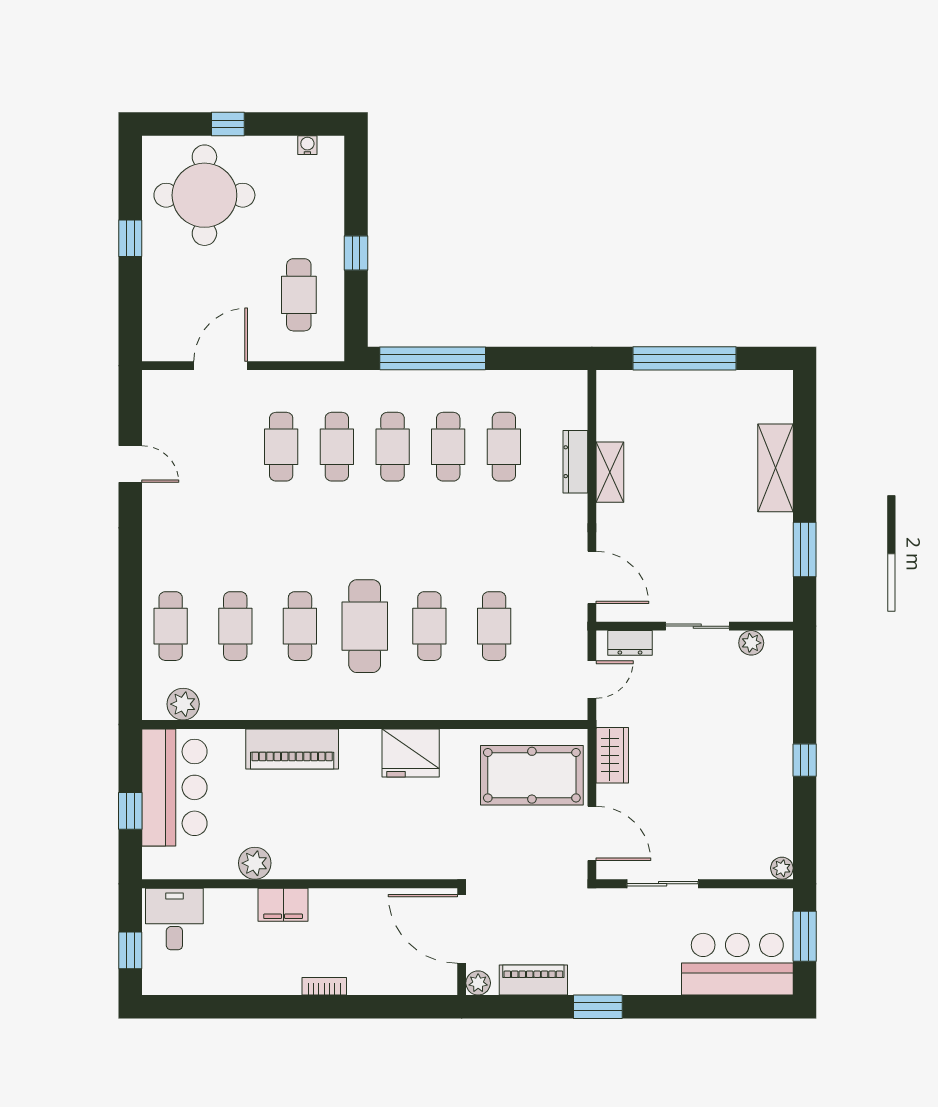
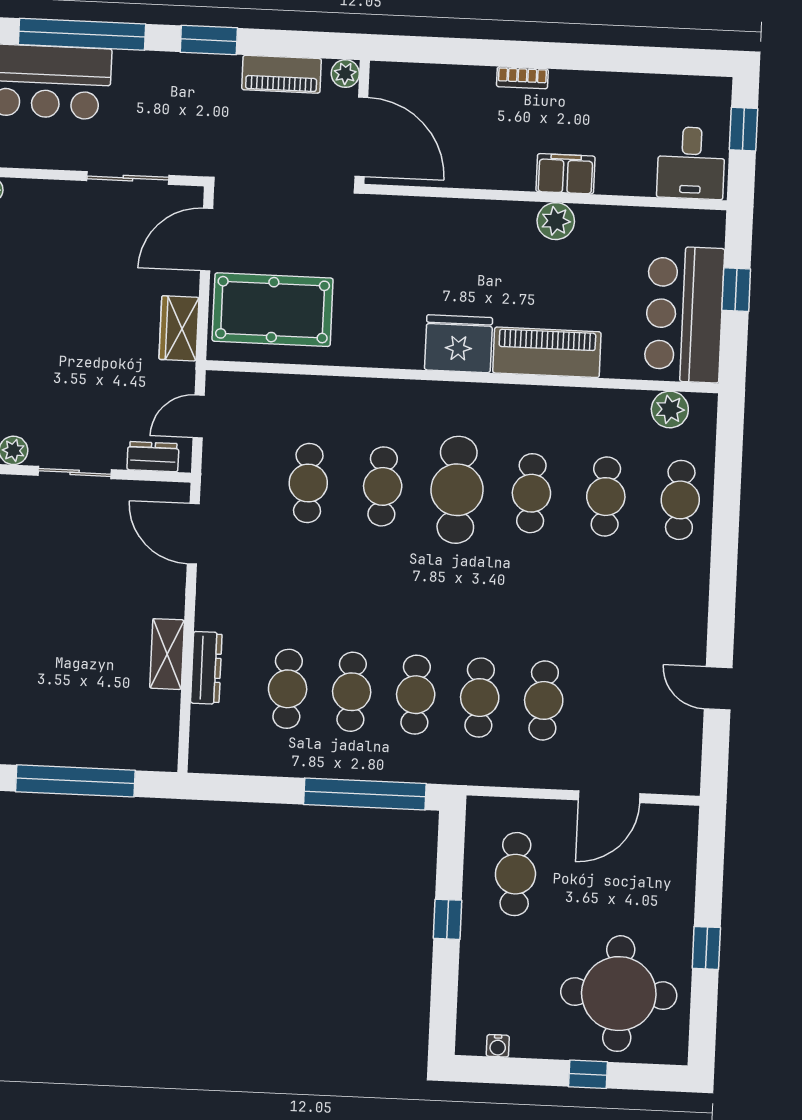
fridge: (411, 753) -> (459, 344), moved
door: (592, 833) -> (207, 240), hinge flipped
plant: (255, 863) -> (556, 221), moved
window: (708, 1007) -> (82, 34), added

